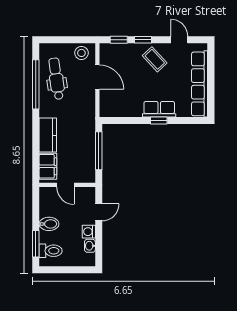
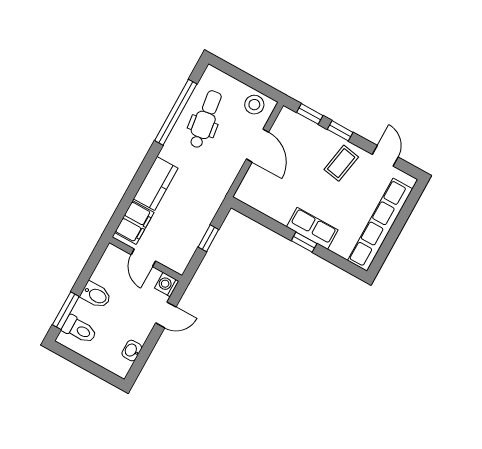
coffee table: (155, 59) -> (341, 163), turned 53
window: (99, 151) -> (208, 238), width x0.46
washing machine: (89, 232) -> (167, 285), moved

